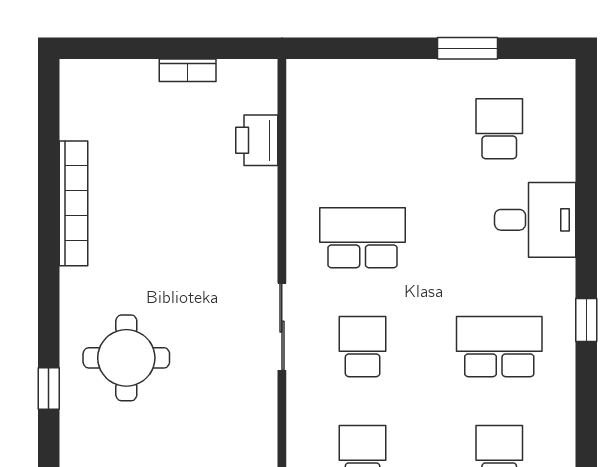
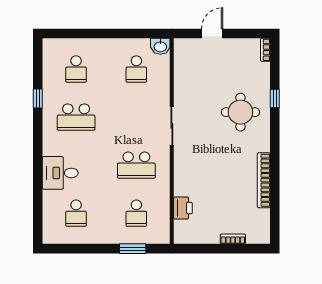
window: (468, 48) -> (133, 249), moved
bookcase: (188, 70) -> (233, 239), moved
window: (586, 320) -> (38, 98), moved
school desk: (363, 347) -> (136, 213), moved

